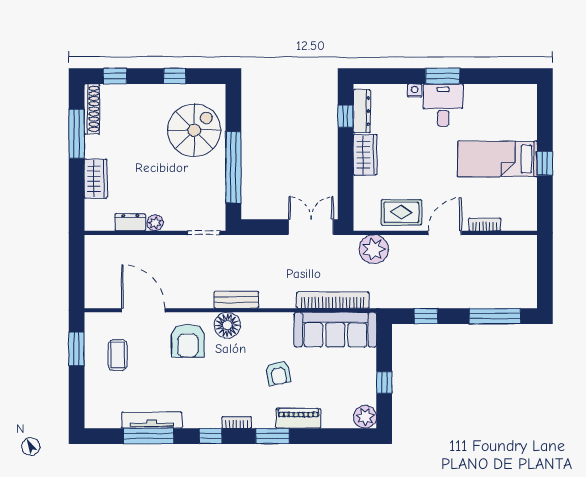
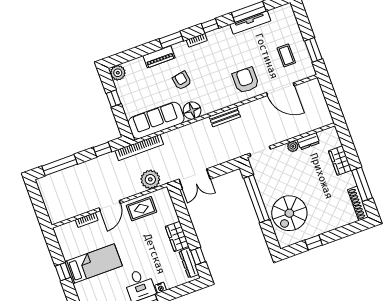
window: (115, 76) -> (351, 229), removed
bookcase: (333, 300) -> (139, 147), moved
floor lamp: (227, 325) -> (192, 111), moved

